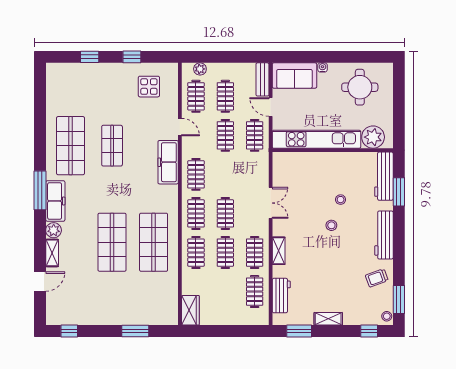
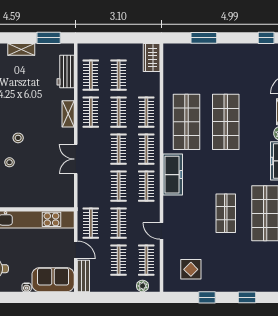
freezer: (168, 162) -> (173, 175), moved
clothes rail: (225, 174) -> (119, 186), added
clothes rail: (225, 292) -> (119, 75), added

